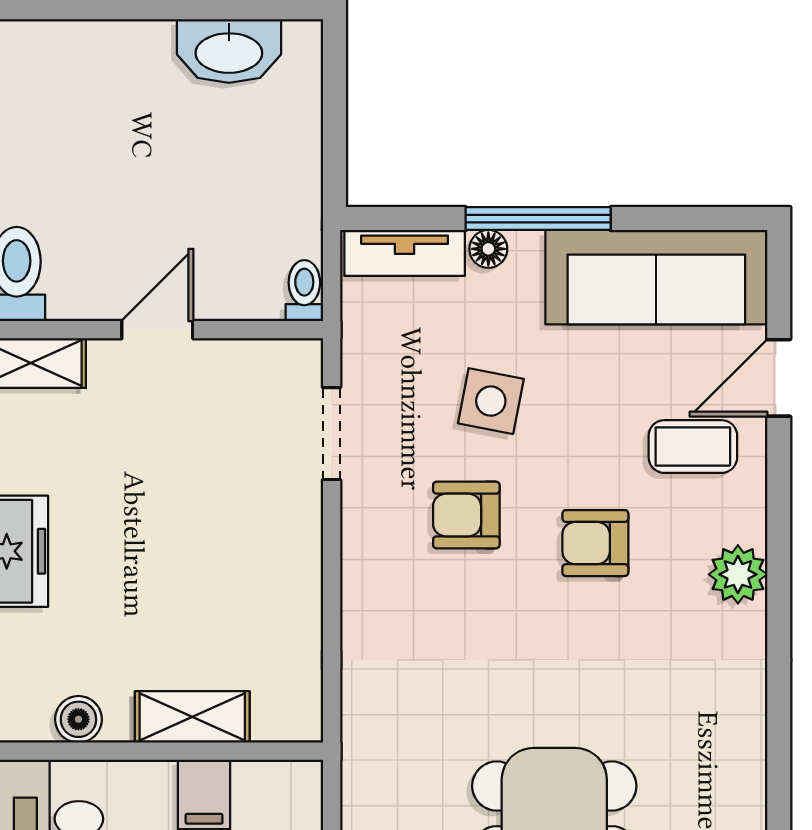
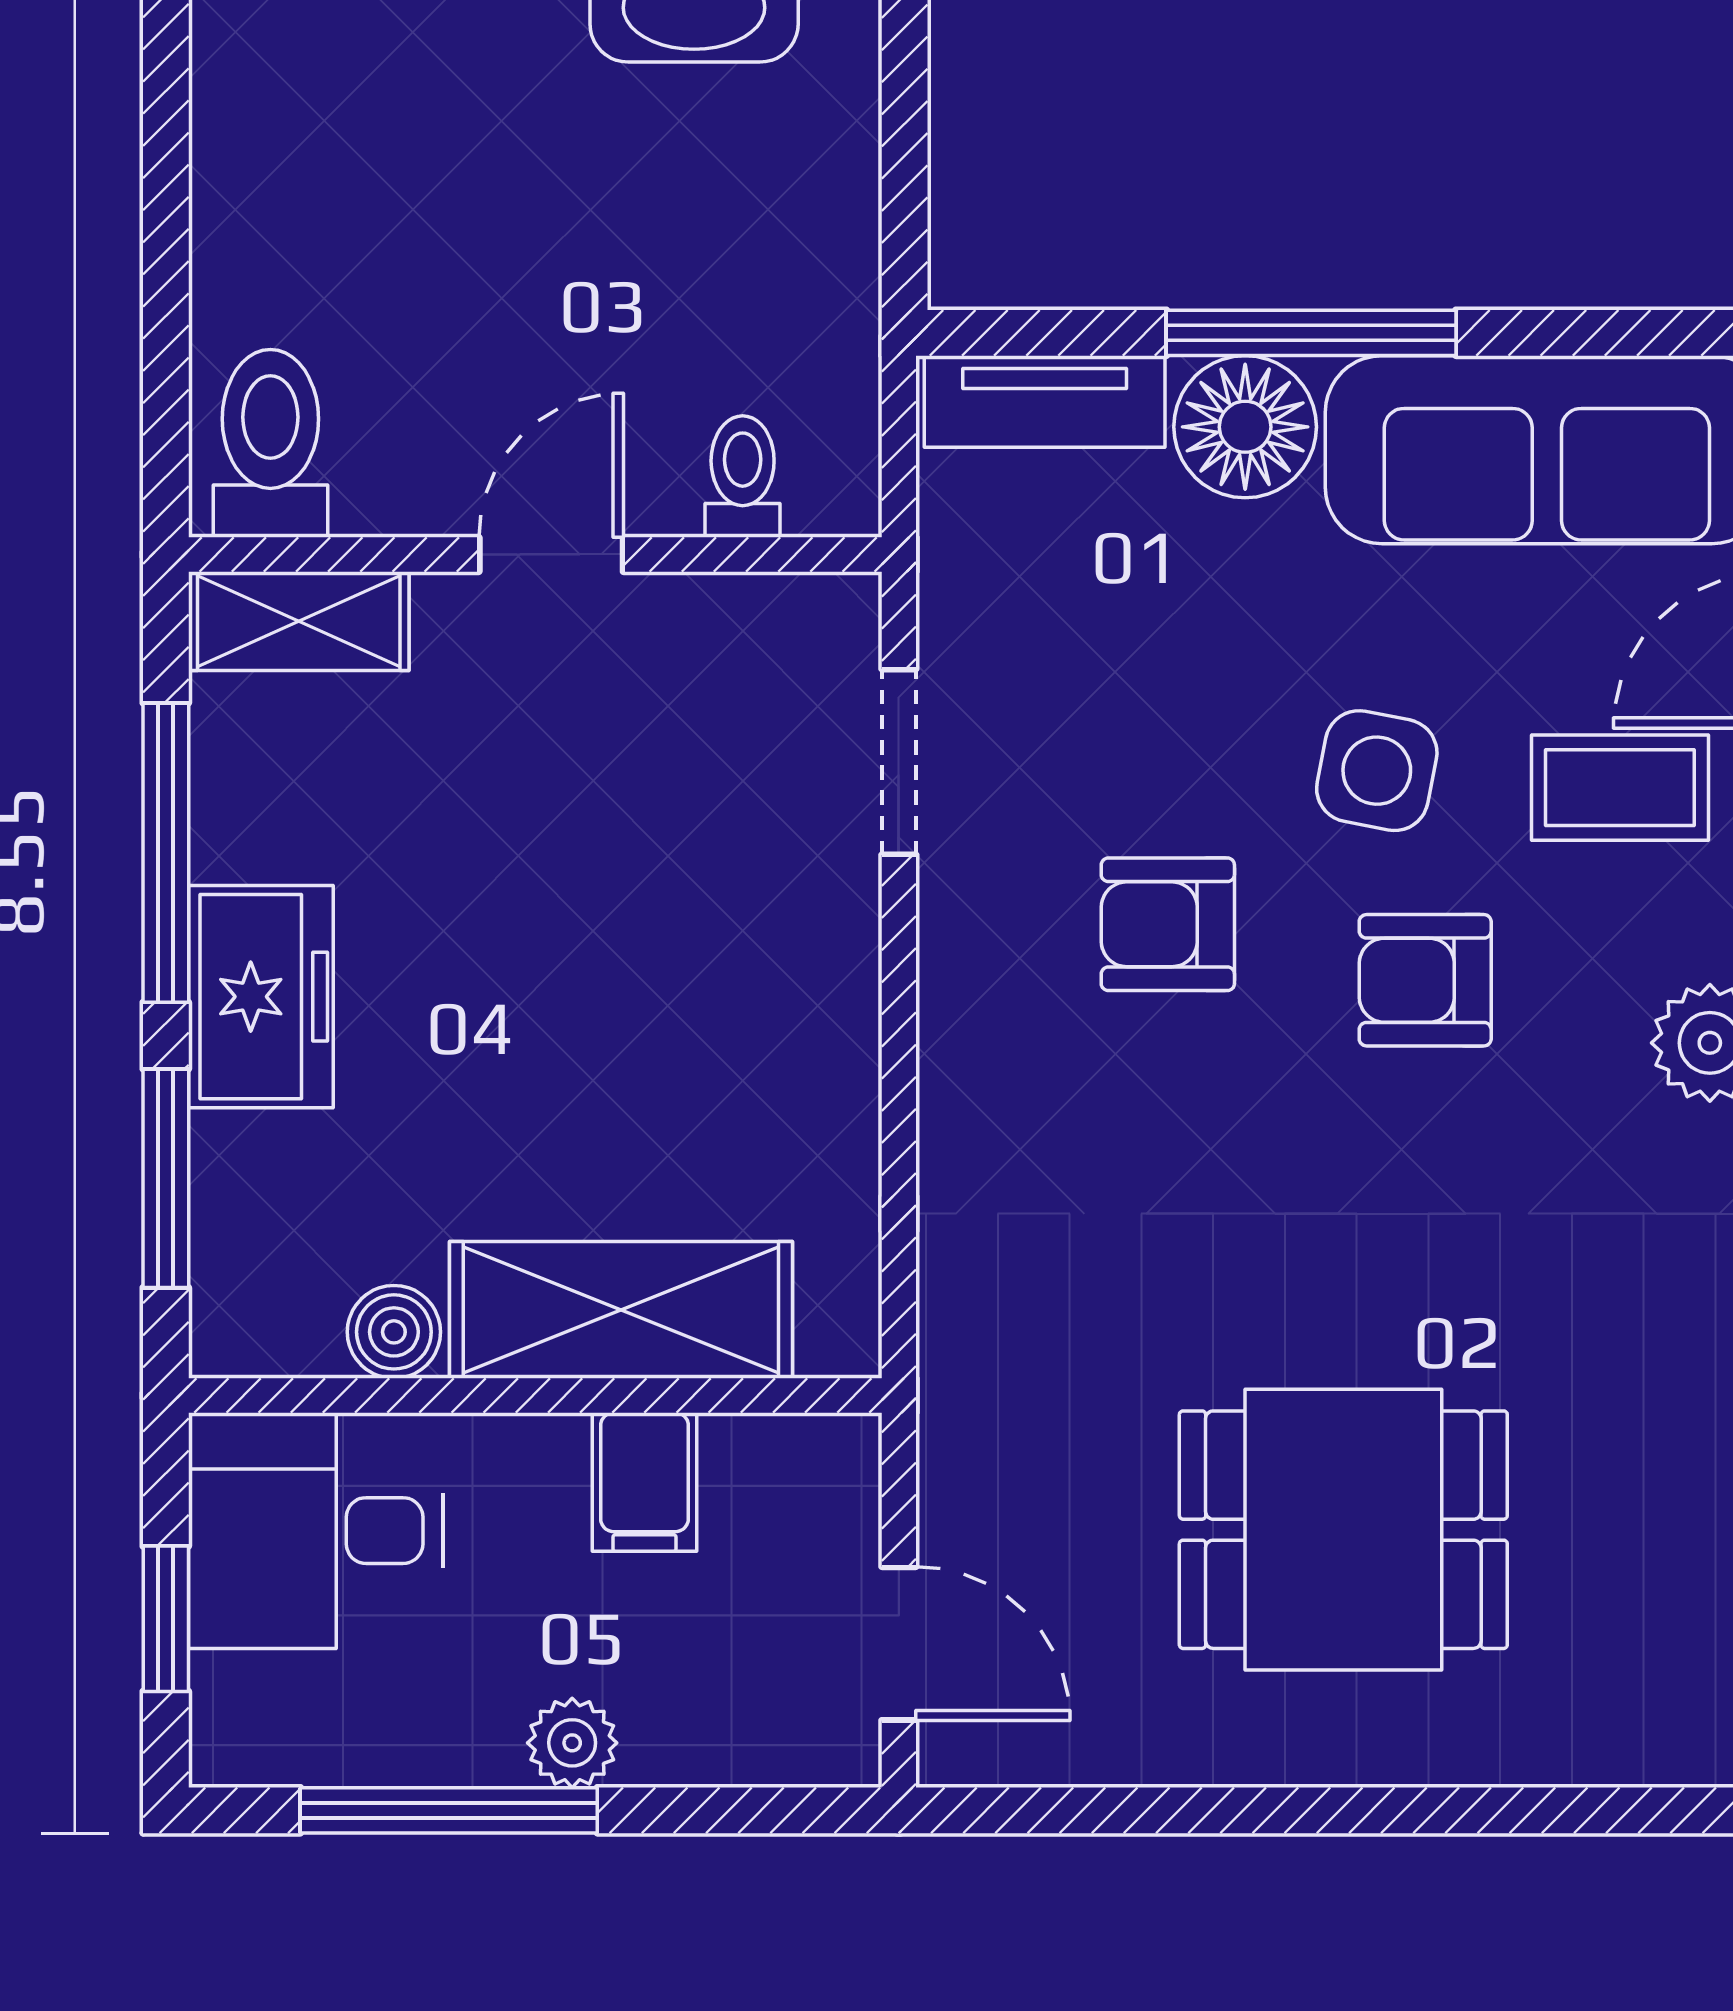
floor lamp: (488, 249) -> (1245, 427), width x1.89, depth x1.89
toilet: (304, 291) -> (743, 477), moved
side table: (491, 401) -> (1377, 771), moved
shelving: (192, 717) -> (621, 1310), width x1.50, depth x1.33

